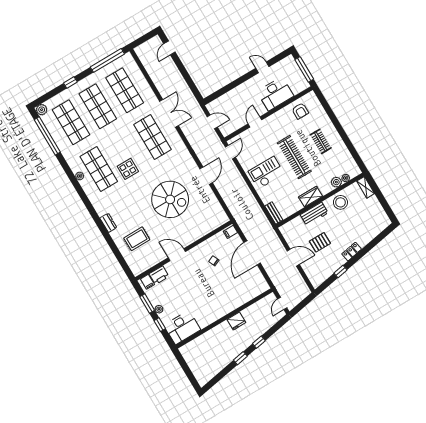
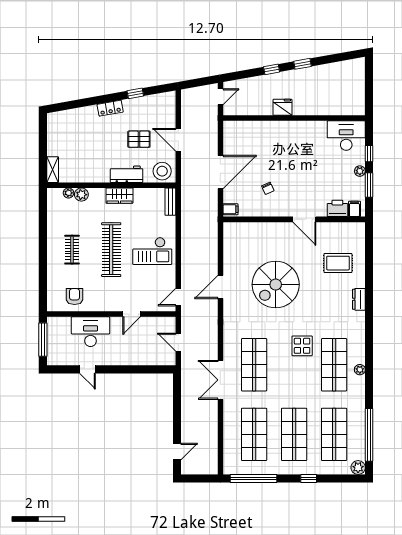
spiral stairs: (170, 199) -> (276, 285), turned -90
stool: (340, 202) -> (162, 171), moved

